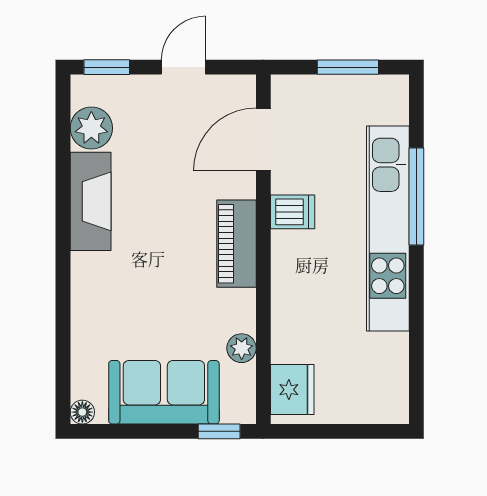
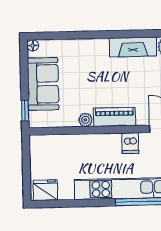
plant: (242, 348) -> (85, 120), moved
fridge: (292, 390) -> (45, 190), moved, turned 180

